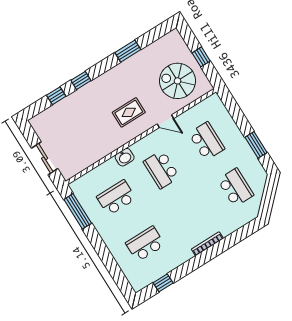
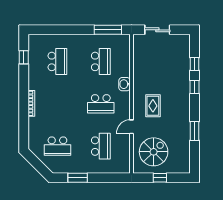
school desk: (207, 141) -> (101, 146), turned -90
school desk: (161, 169) -> (101, 104), turned 180

